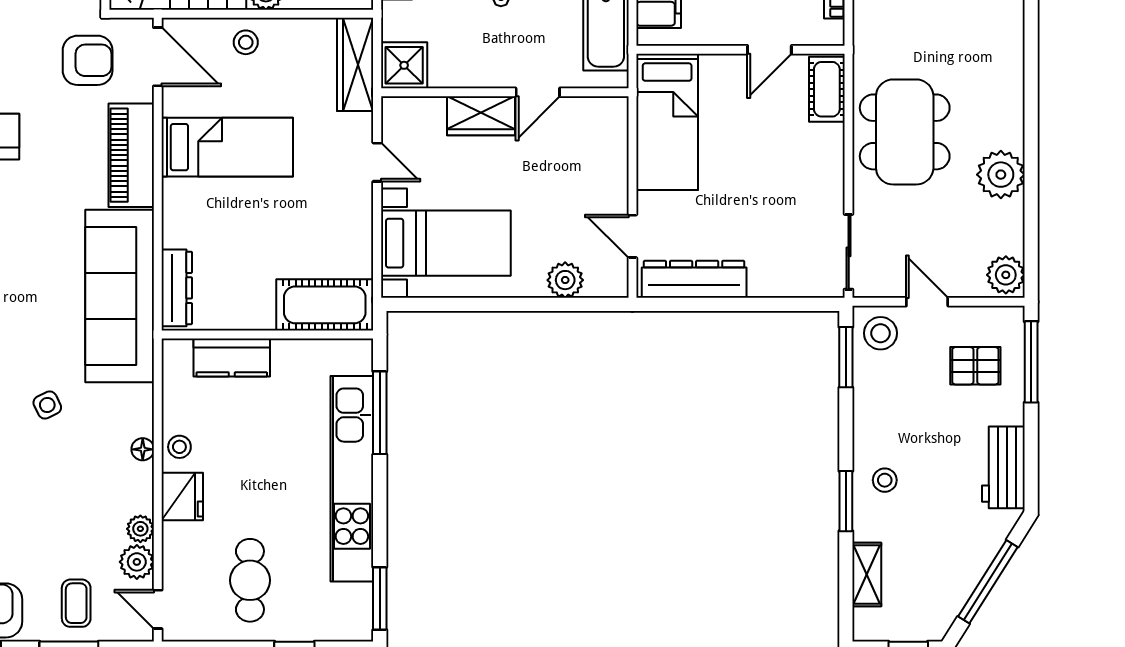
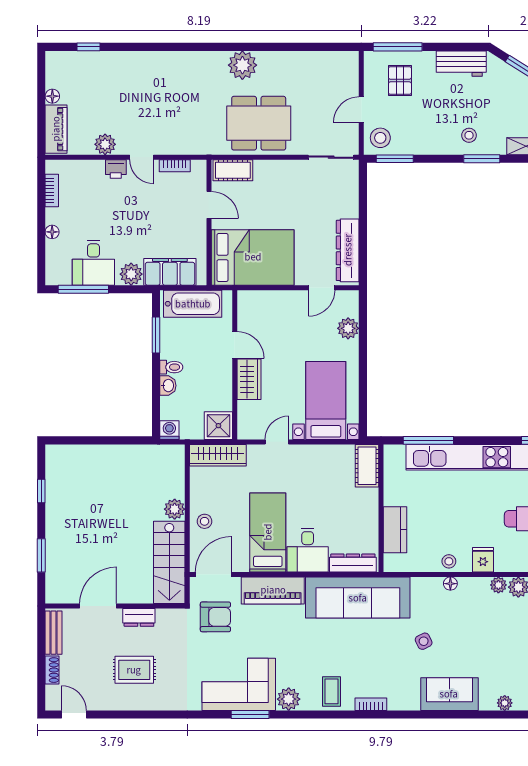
armchair: (88, 60) -> (215, 617), turned 90
bed: (667, 122) -> (253, 257), width x1.50
plant: (1001, 175) -> (242, 65), moved
desk: (198, 213) -> (308, 550), added
plant: (1006, 275) -> (345, 62), removed
cot: (325, 305) -> (367, 466), width x0.73, depth x0.75
fridge: (182, 497) -> (483, 560), width x0.72

